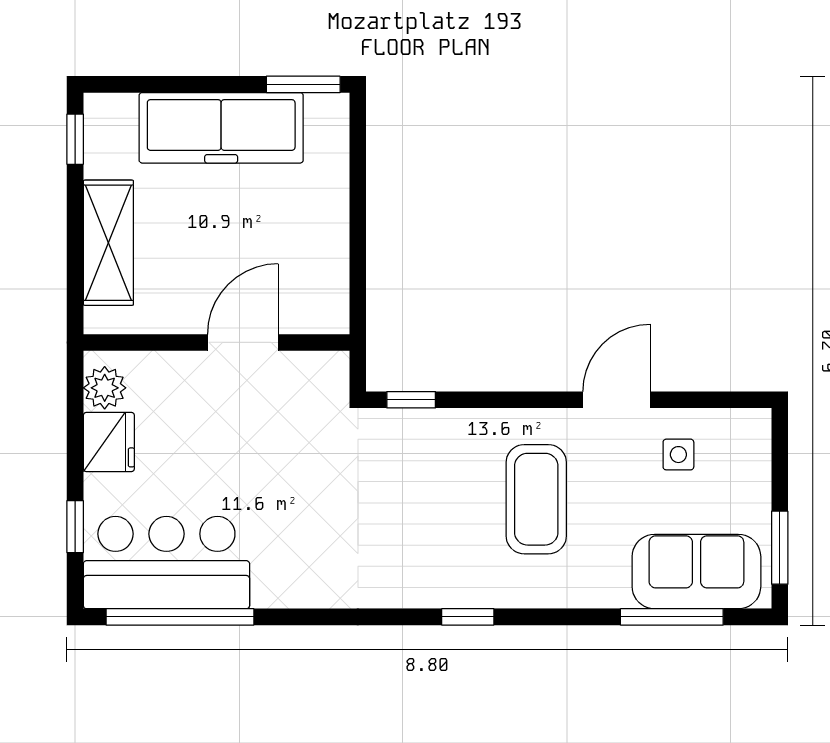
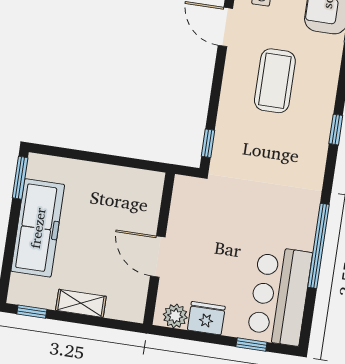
shelving: (108, 243) -> (81, 303), width x0.67, depth x0.75
door: (243, 342) -> (158, 257), moved
coffee table: (536, 499) -> (275, 81), turned 90
window: (180, 617) -> (318, 246), moved

